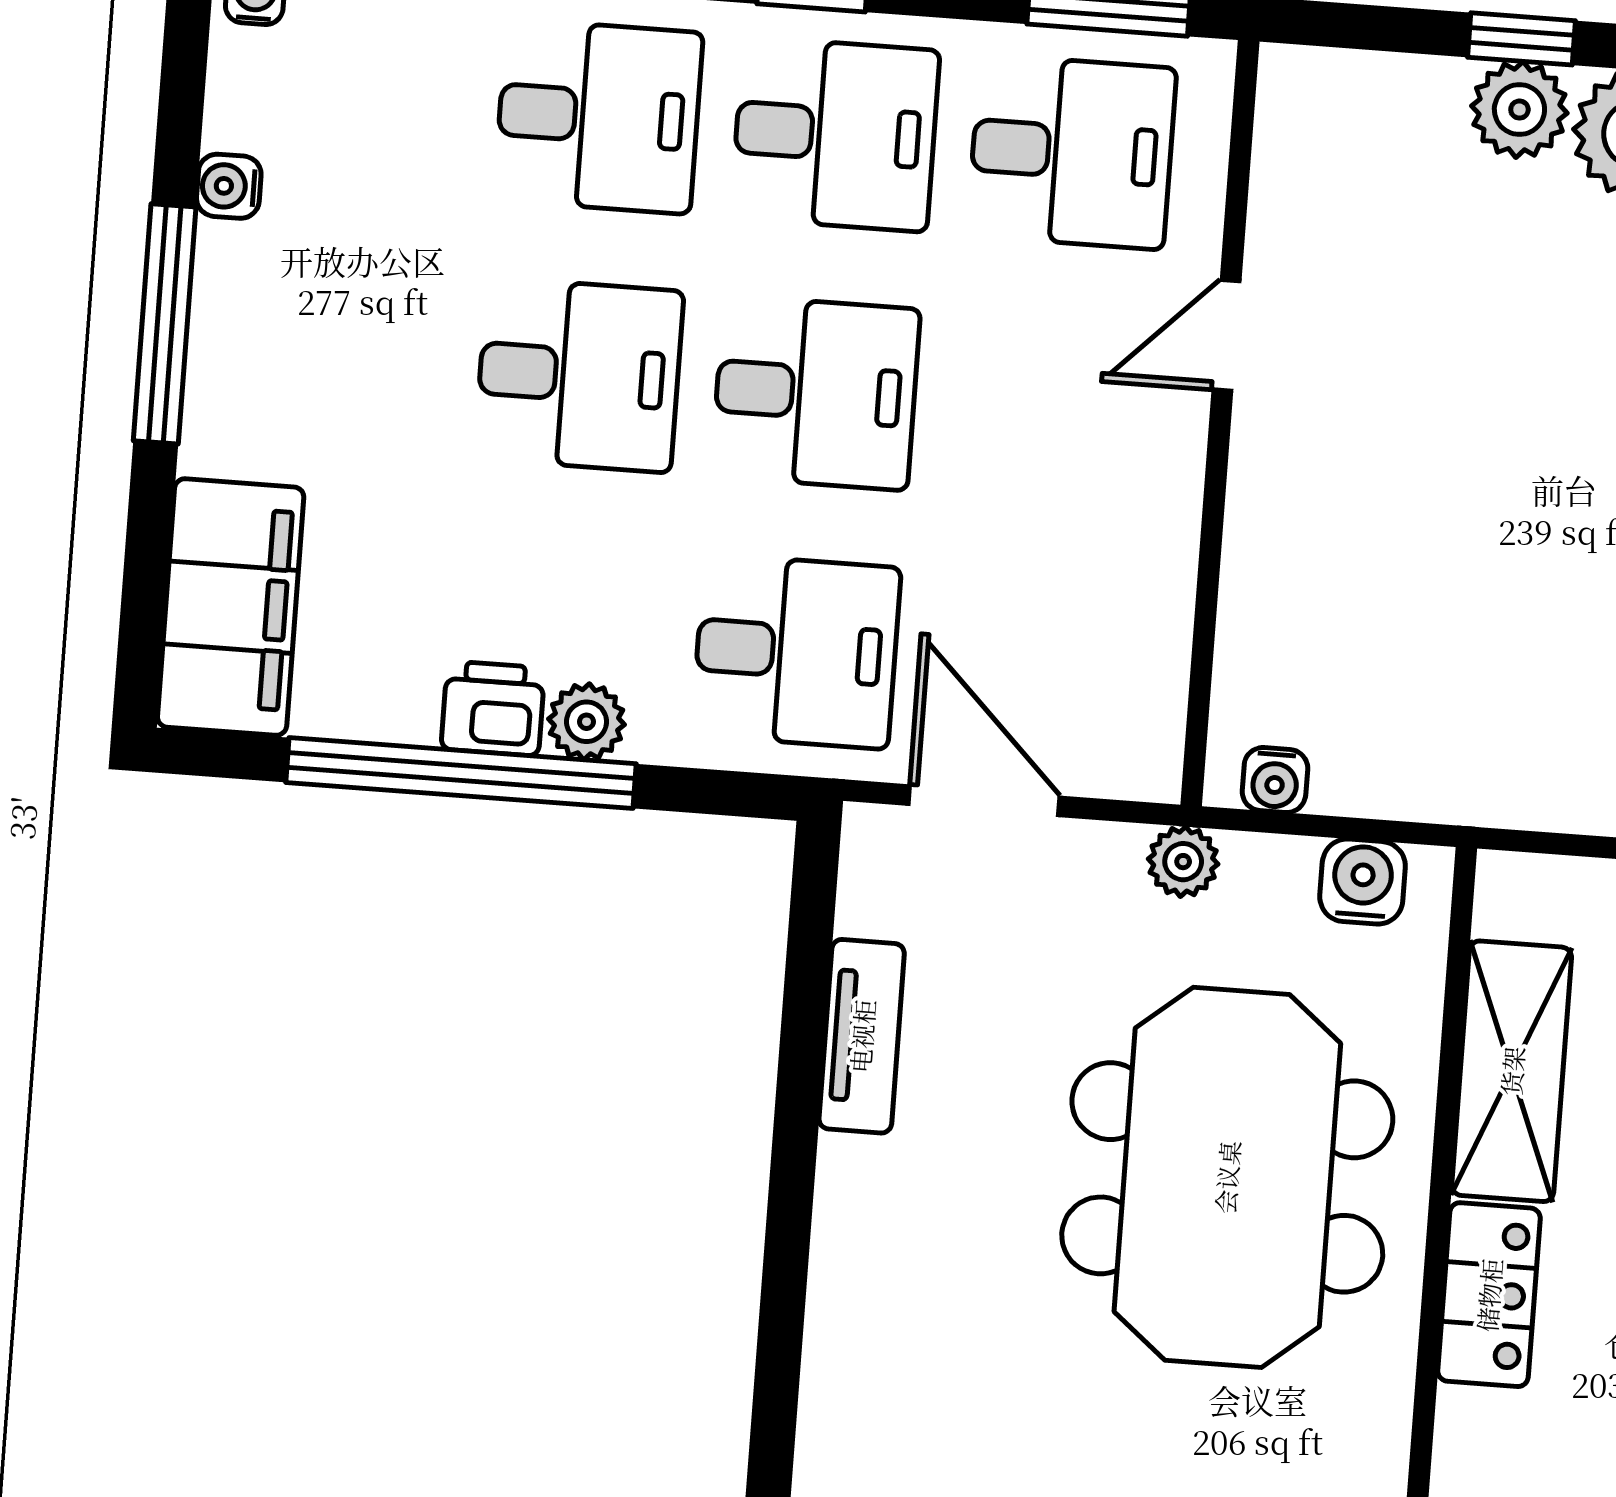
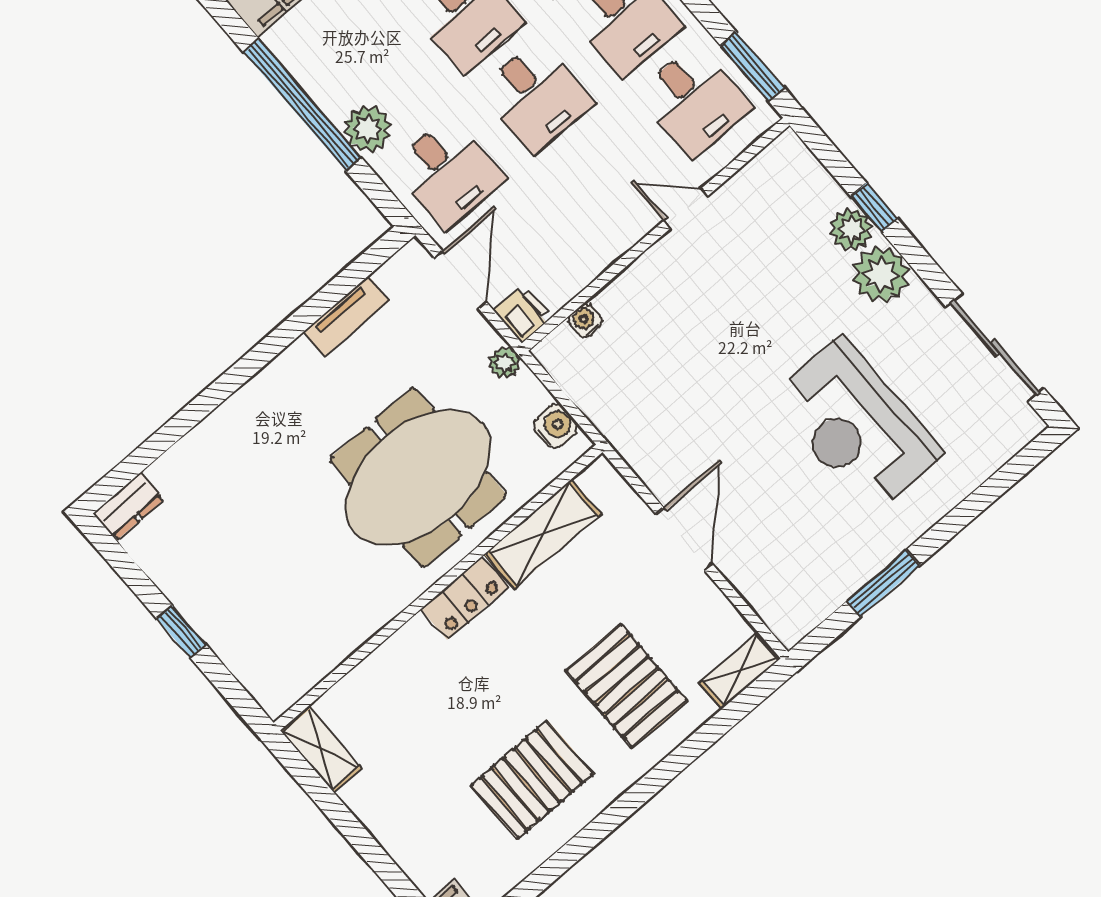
printer: (493, 708) -> (523, 314), moved
plant: (586, 722) -> (368, 129), width x1.38, depth x1.38
water cooler: (1275, 780) -> (585, 321), moved, turned 90

